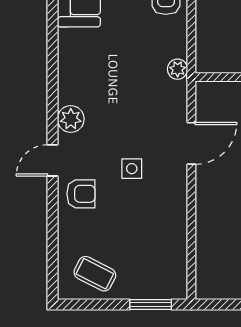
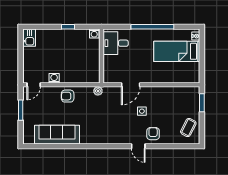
plant: (71, 119) -> (120, 138), removed
door: (191, 143) -> (131, 85), swing flipped

